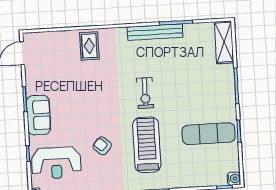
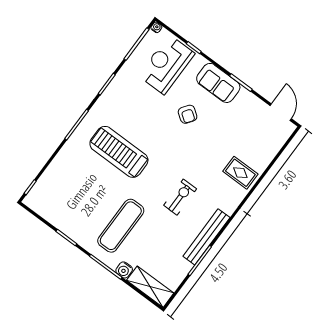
exercise bike: (145, 93) -> (180, 197), moved, turned 90
exercise mat: (209, 134) -> (121, 226), moved
treadmill: (147, 145) -> (119, 152), turned 180
armchair: (102, 146) -> (188, 114), moved, turned 85
water cooler: (234, 179) -> (124, 270), moved

